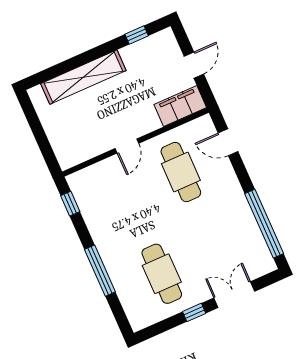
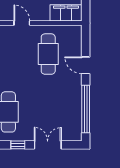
door: (228, 142) -> (86, 65), moved
door: (127, 146) -> (22, 23), swing flipped

